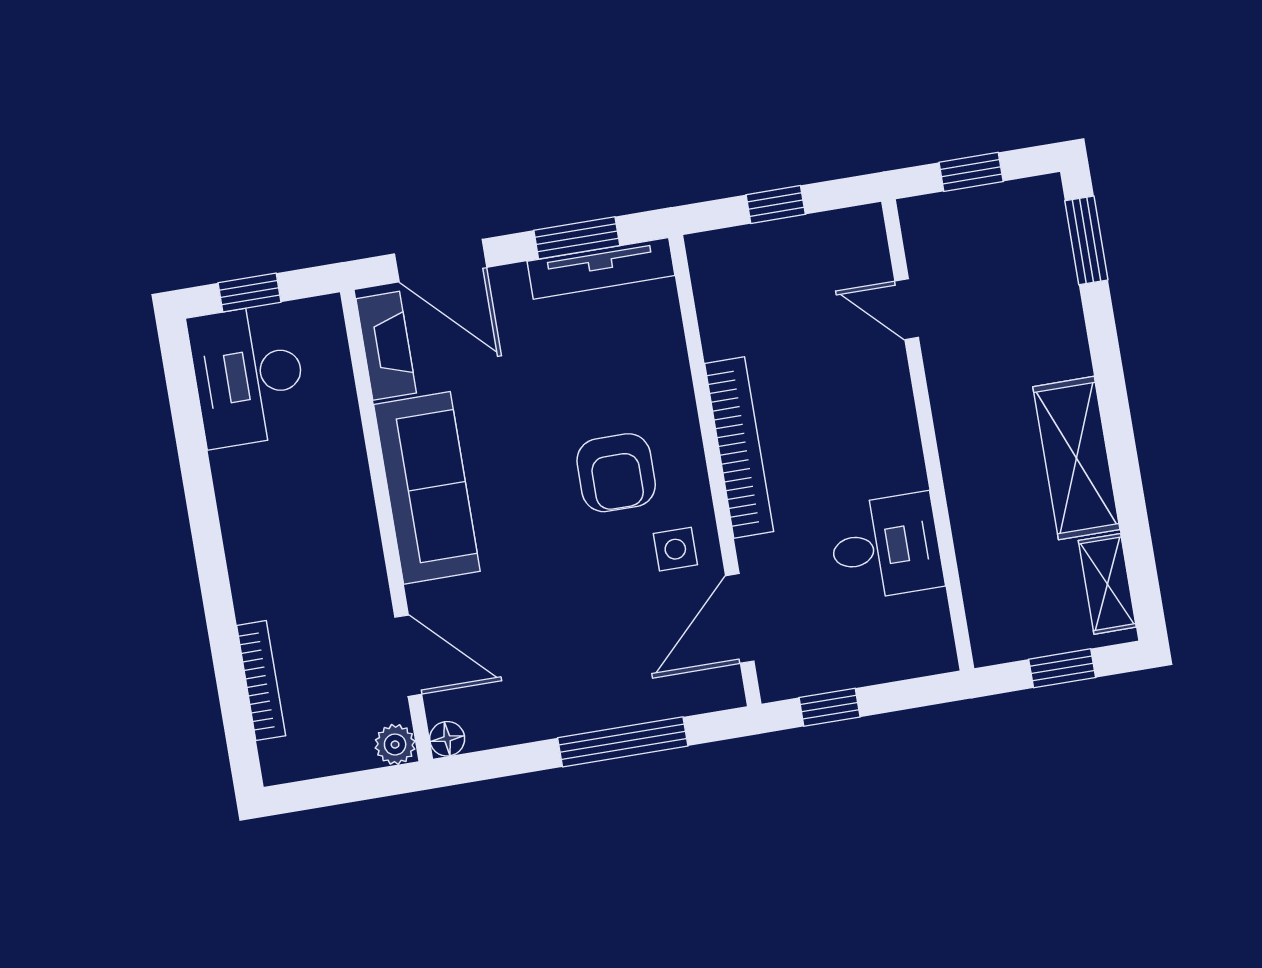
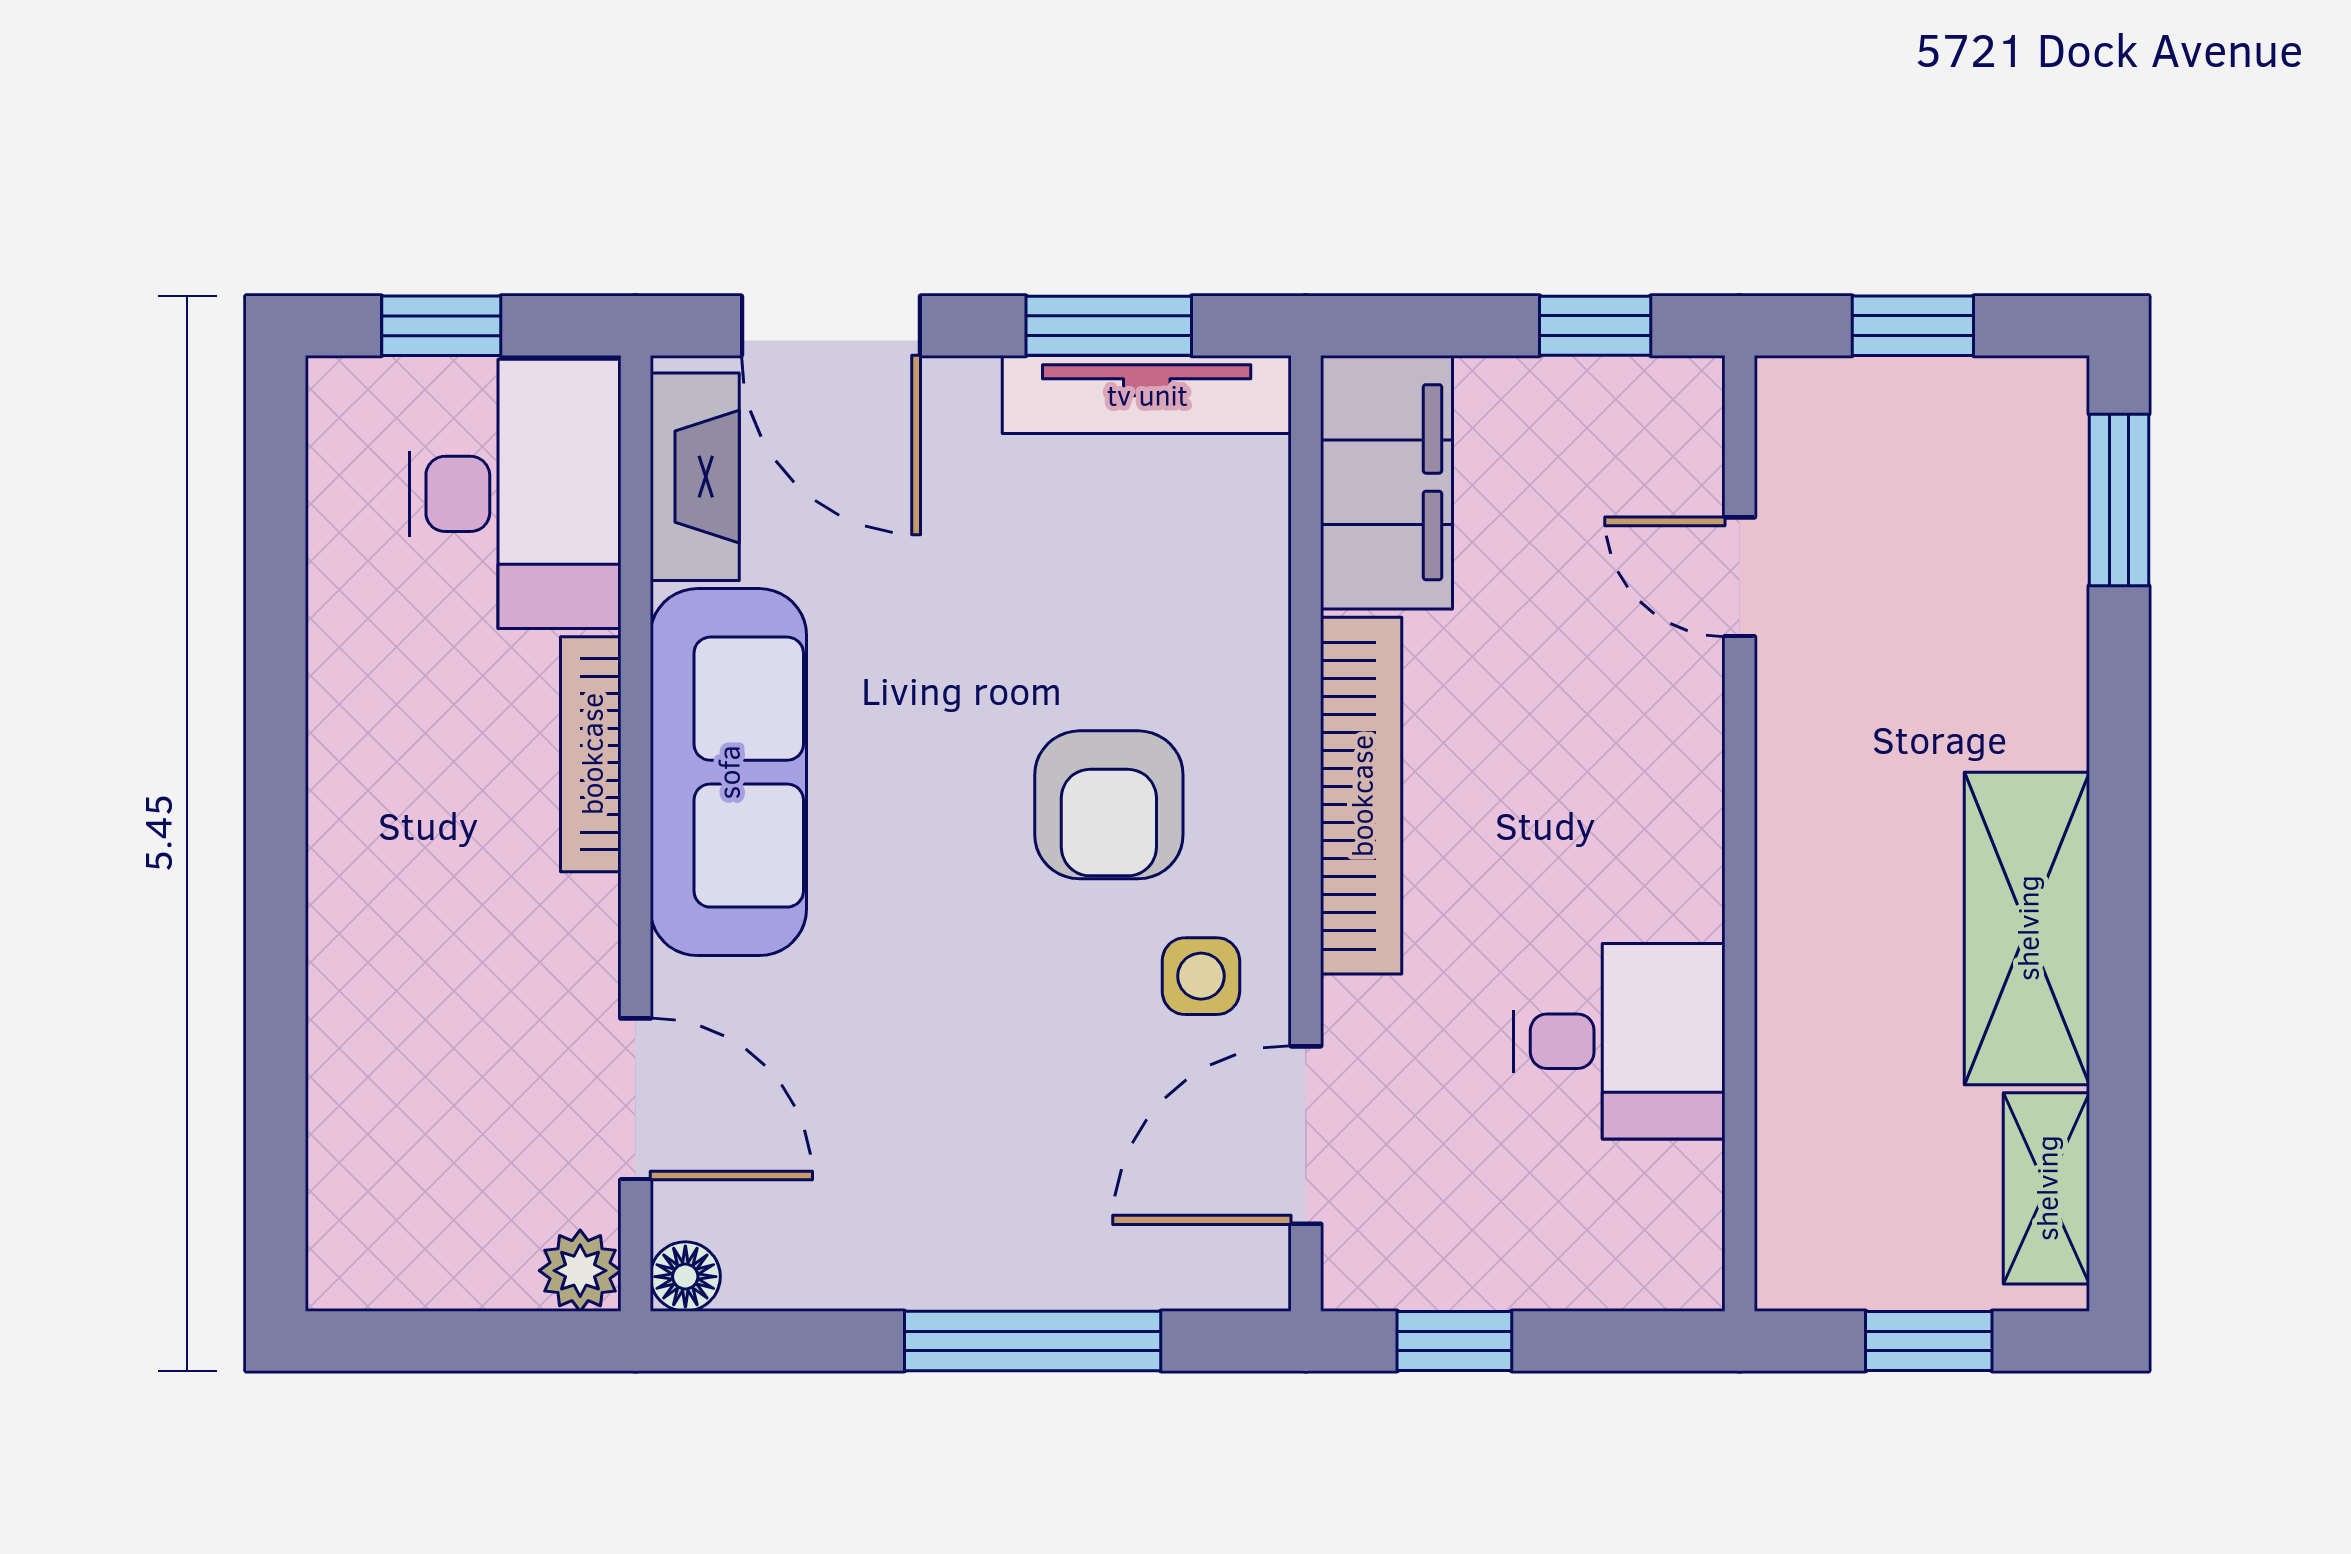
window: (776, 205) -> (1595, 326), moved
filing cabinet: (726, 292) -> (1386, 482), added
desk: (248, 376) -> (515, 494), moved, turned 180
bookcase: (261, 681) -> (591, 754), moved, turned 180

